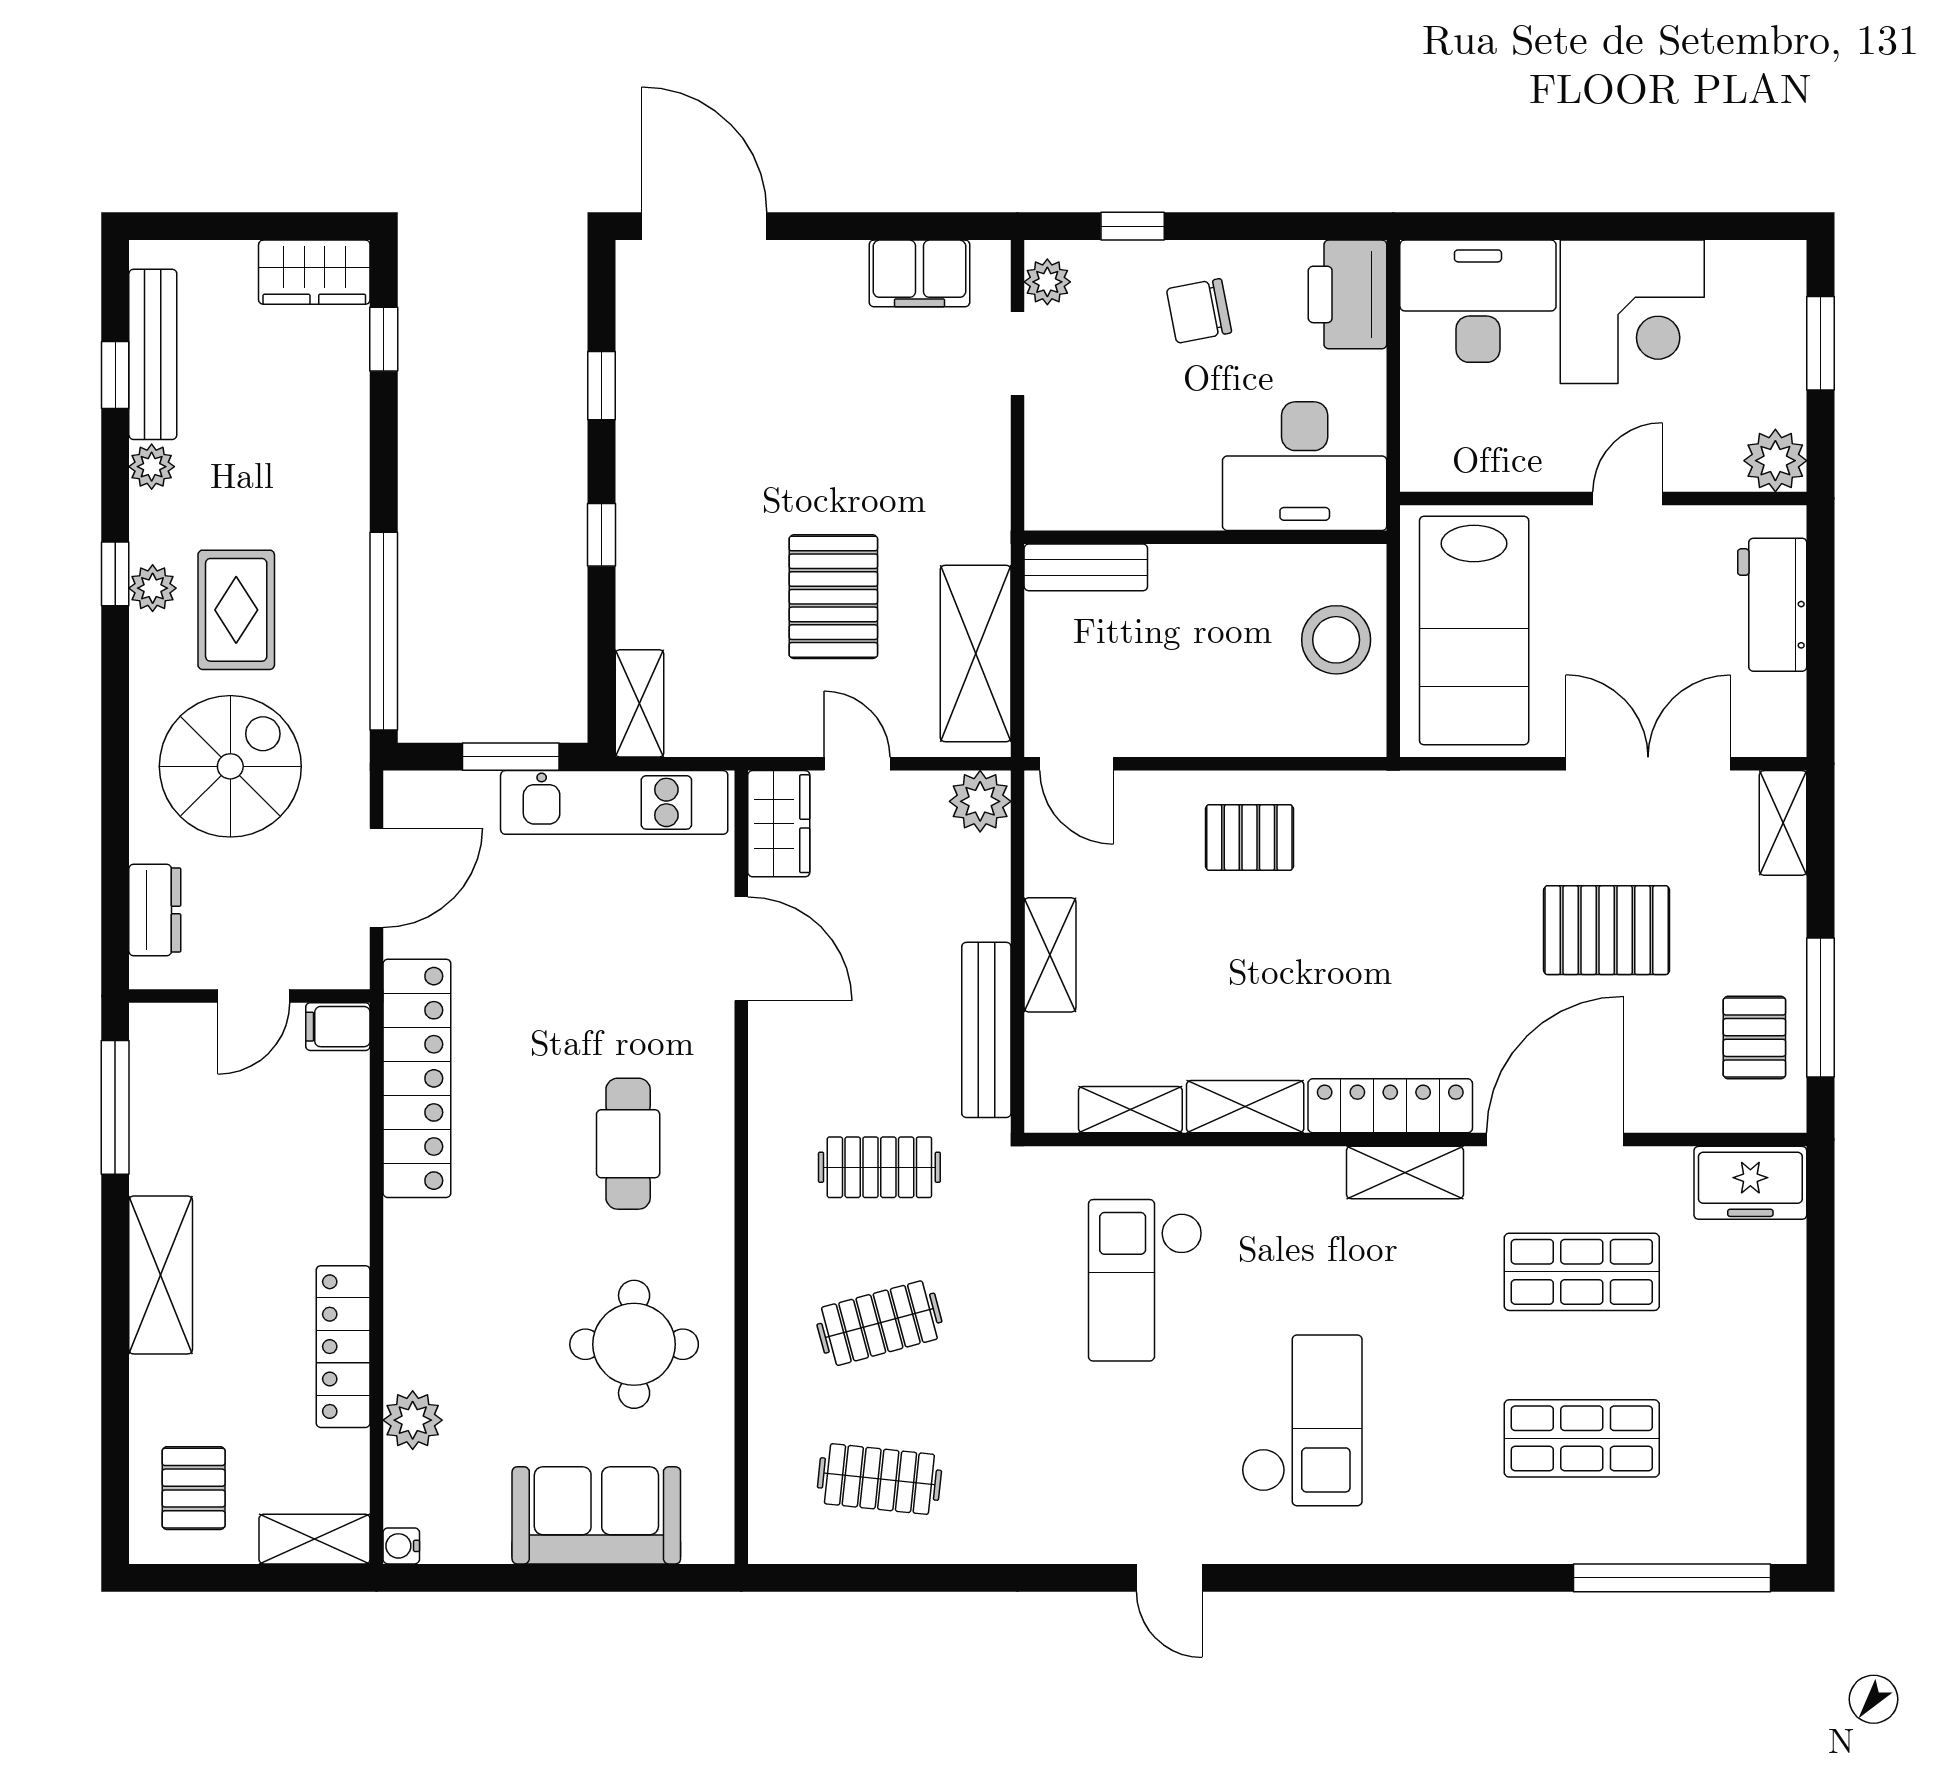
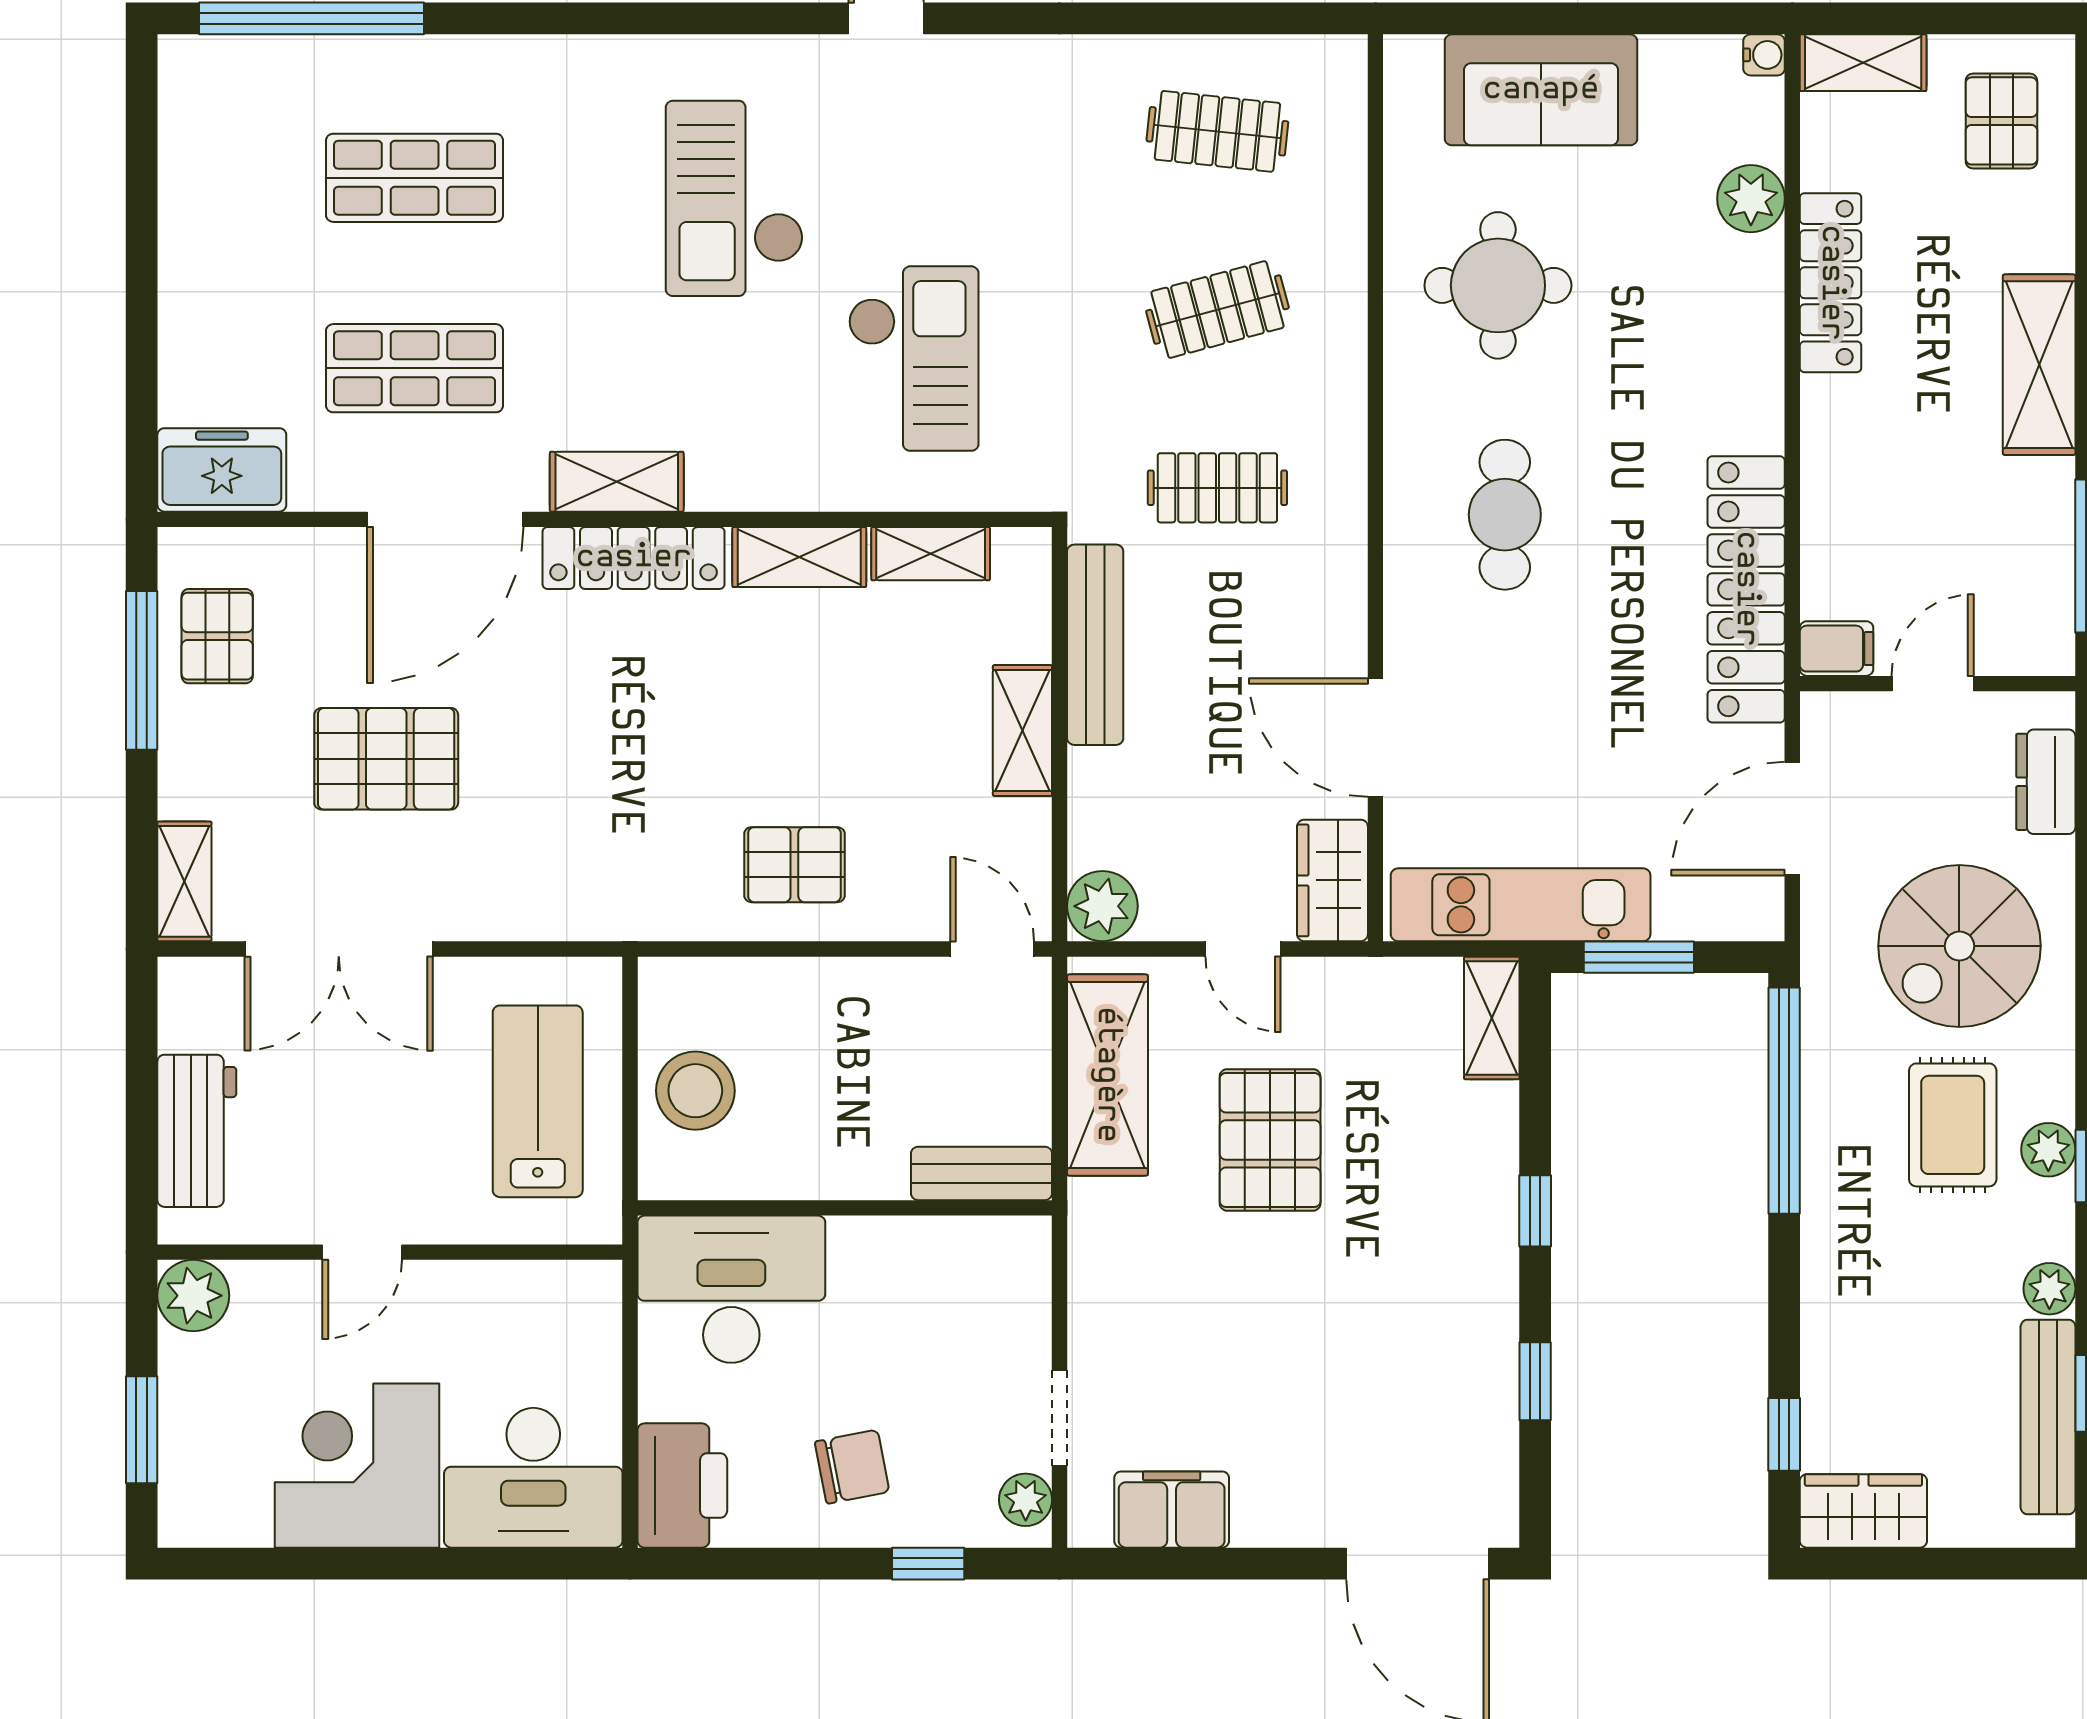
lab bench: (1474, 631) -> (538, 1101), width x0.73, depth x0.72

